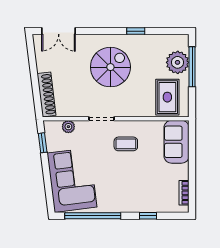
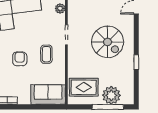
armchair: (132, 177) -> (20, 59), added

